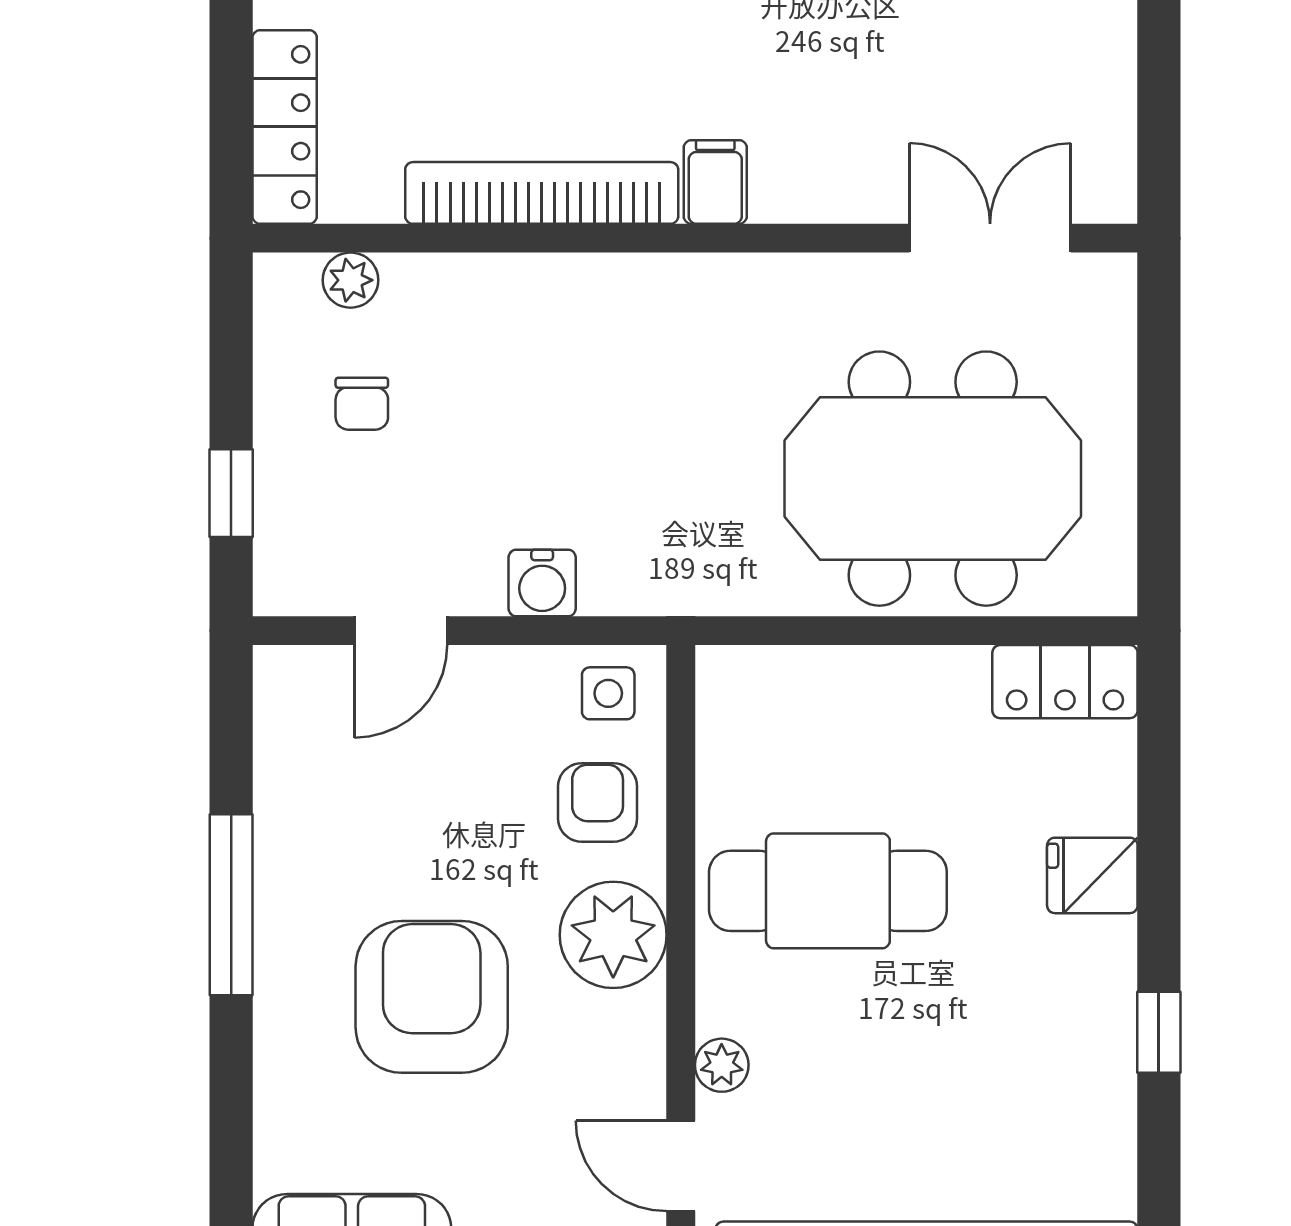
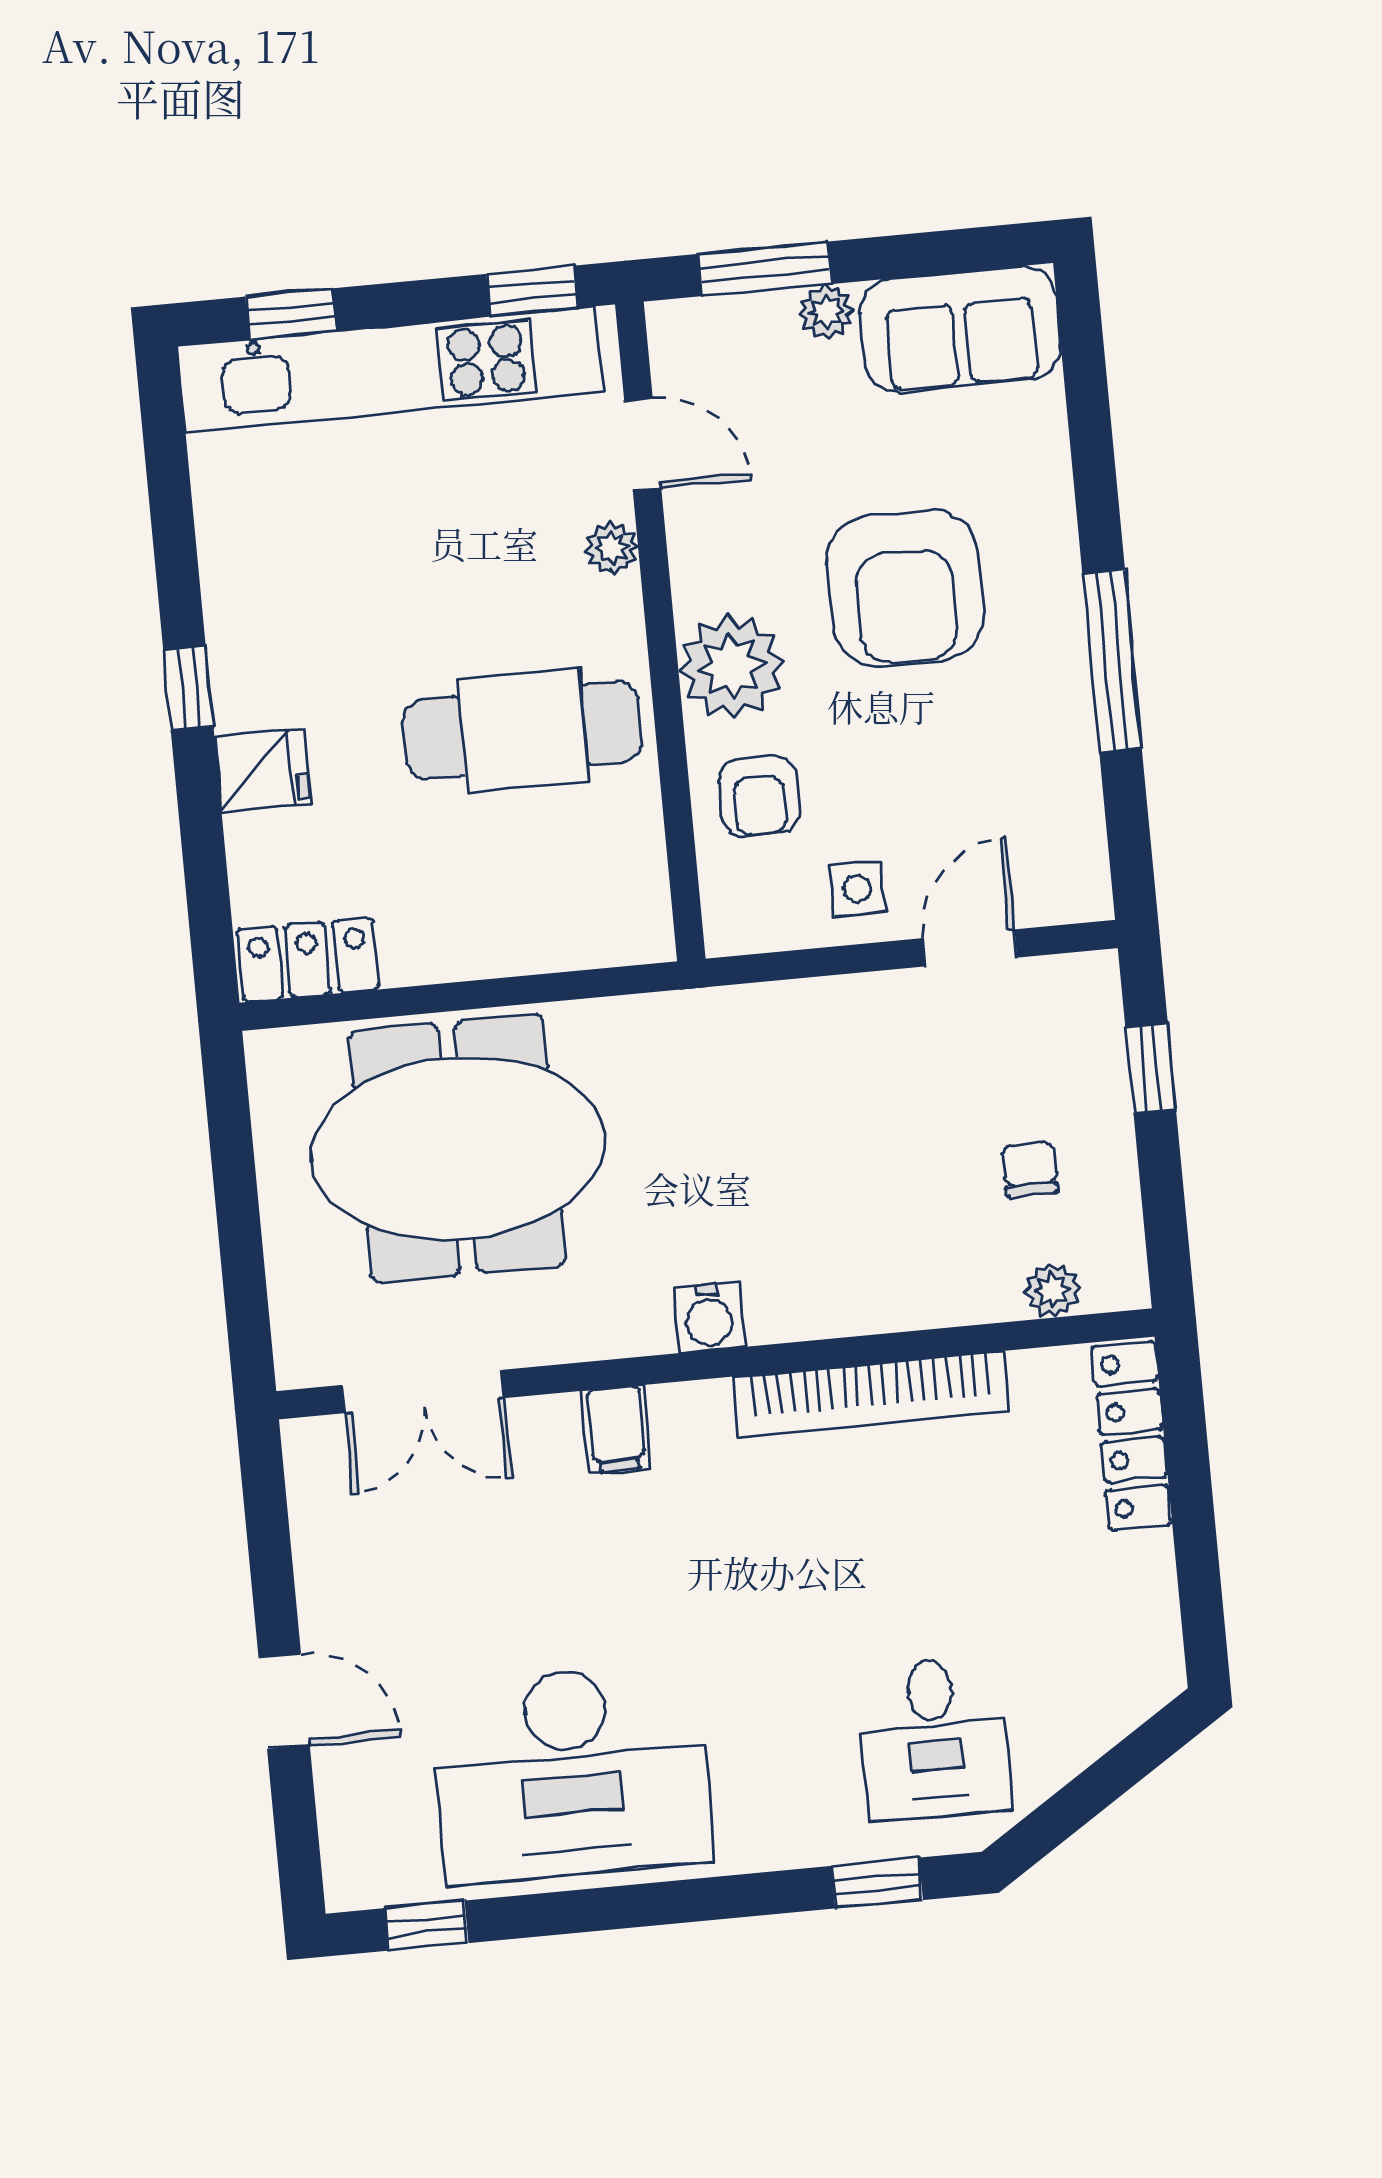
filing cabinet: (715, 182) -> (616, 1429), moved
water cooler: (542, 583) -> (709, 1317), moved, turned 180
side table: (608, 693) -> (857, 889), moved
window: (1159, 1032) -> (188, 688), moved

